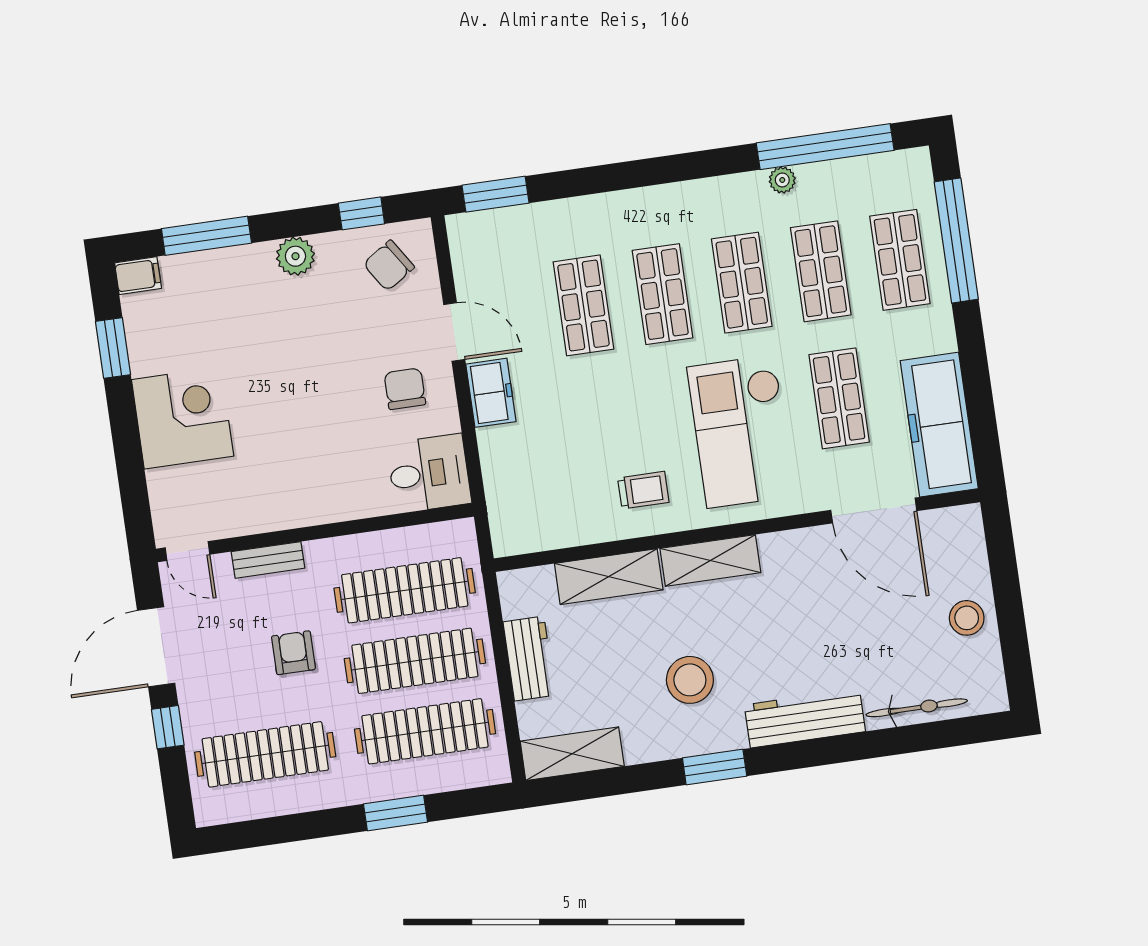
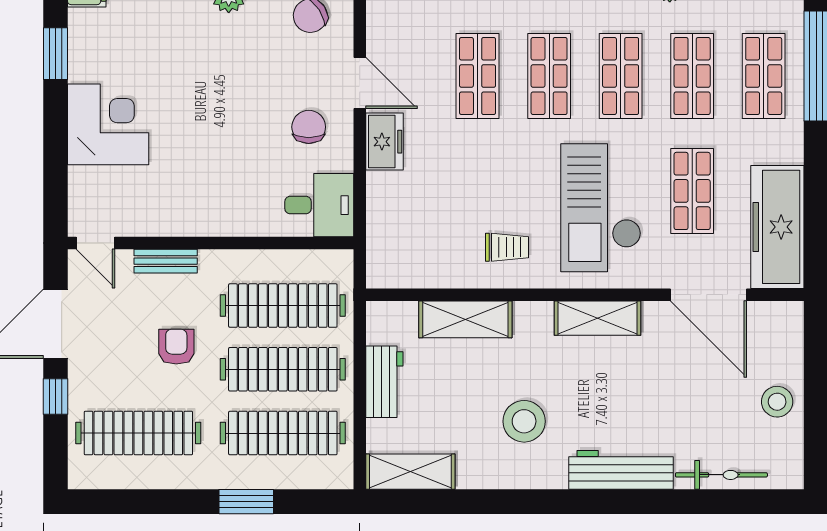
shelving: (710, 560) -> (598, 318), moved
window: (715, 767) -> (535, 502), removed

